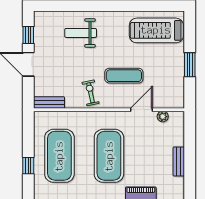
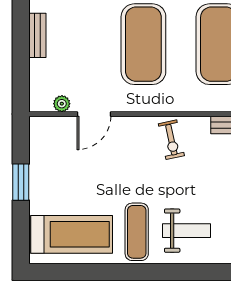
exercise mat: (124, 76) -> (137, 232), moved, turned 90

